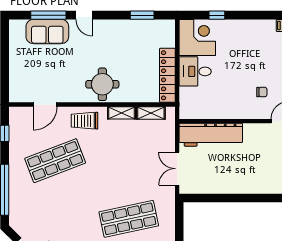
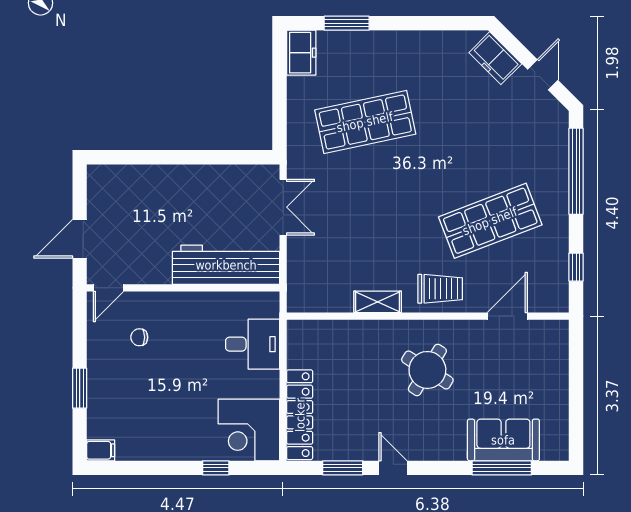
door: (84, 15) -> (393, 468), moved
desk: (195, 71) -> (253, 344), moved
locker: (167, 75) -> (300, 415), moved
round table: (102, 84) -> (427, 370), moved, turned 32
shelving: (151, 113) -> (328, 302), removed

